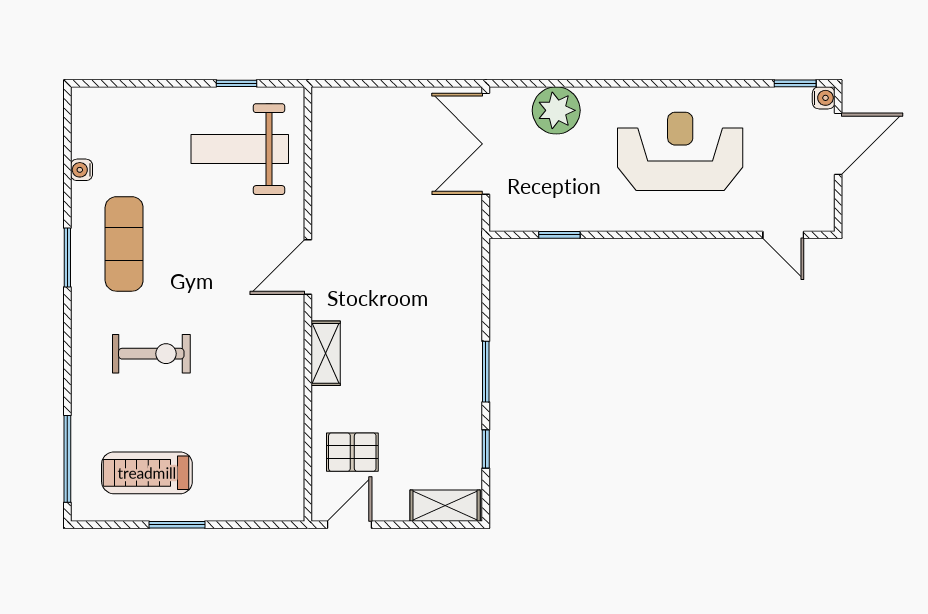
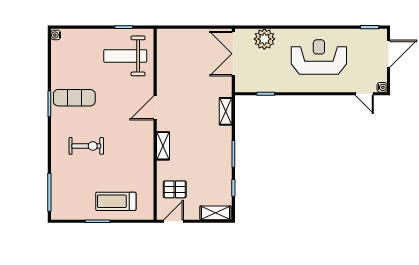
water cooler: (824, 98) -> (382, 87), moved
water cooler: (82, 170) -> (56, 35), moved
exercise mat: (124, 244) -> (74, 98), turned 90
shelving: (468, 275) -> (226, 111), added
treadmill: (147, 473) -> (116, 201), moved

